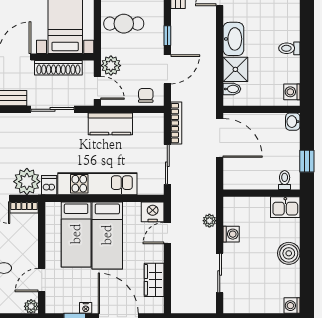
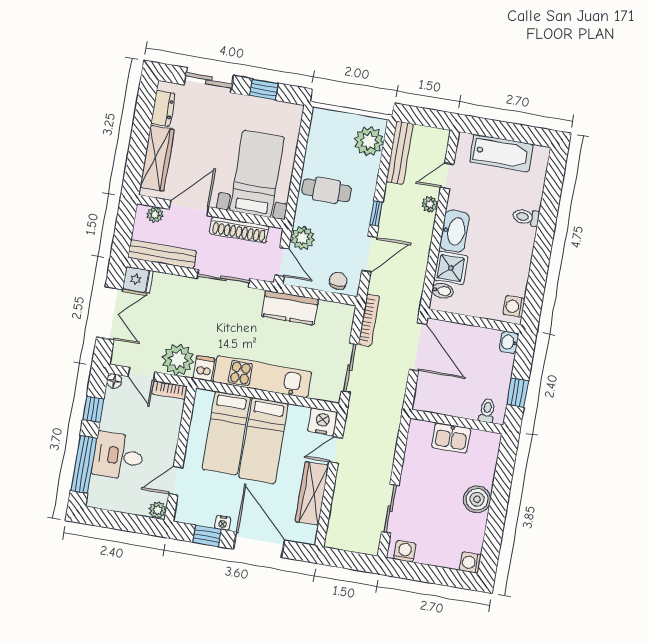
toilet: (289, 48) -> (526, 217), moved
kitchen sink: (285, 207) -> (451, 438), moved
plant: (209, 221) -> (430, 204), moved
washing machine: (231, 234) -> (405, 551), moved, turned -90
wardrobe: (154, 280) -> (312, 493), width x1.50

